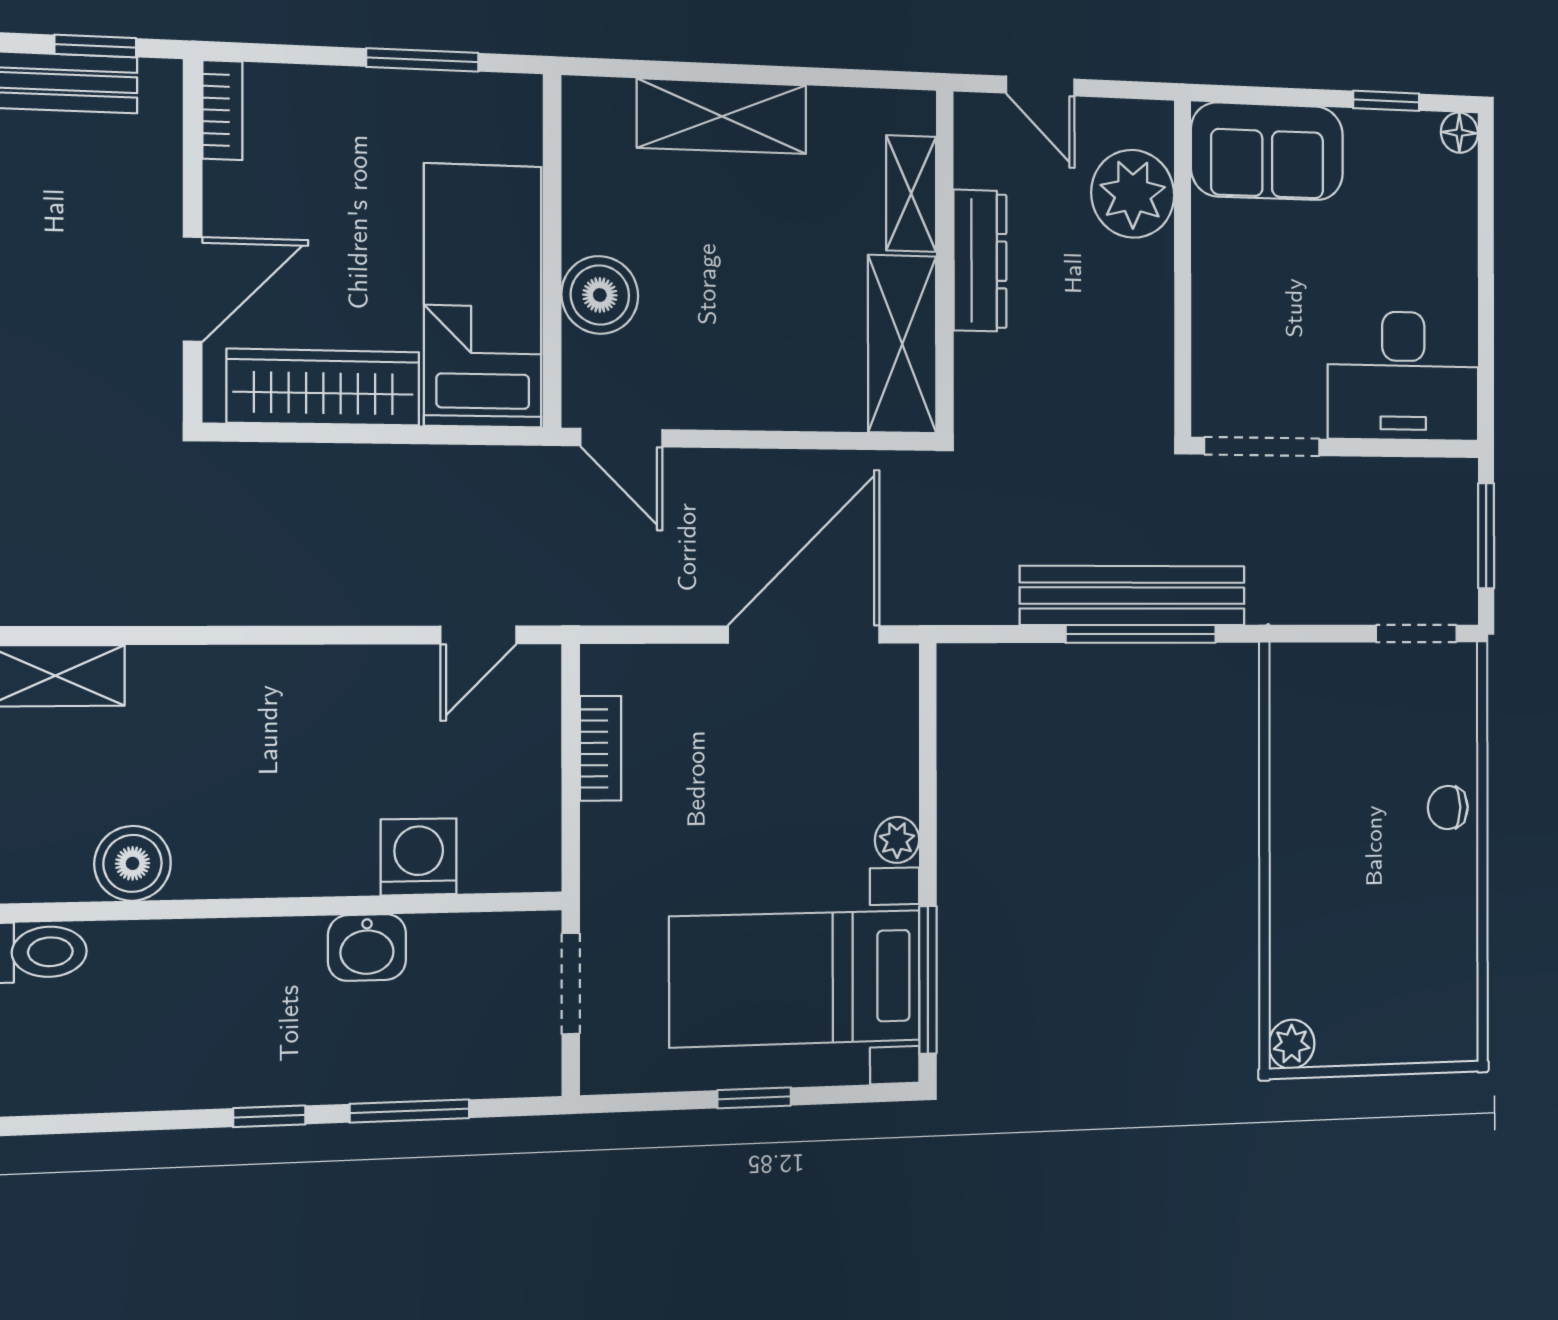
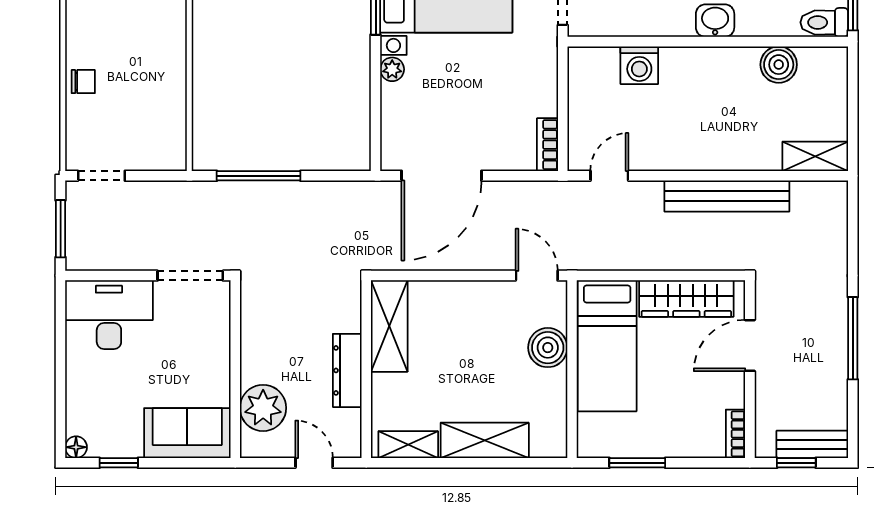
shelving: (911, 194) -> (408, 445), moved, turned 90
bench: (1133, 596) -> (727, 196), moved
bookcase: (601, 748) -> (547, 145), moved
washbasin: (367, 947) -> (715, 21), moved

